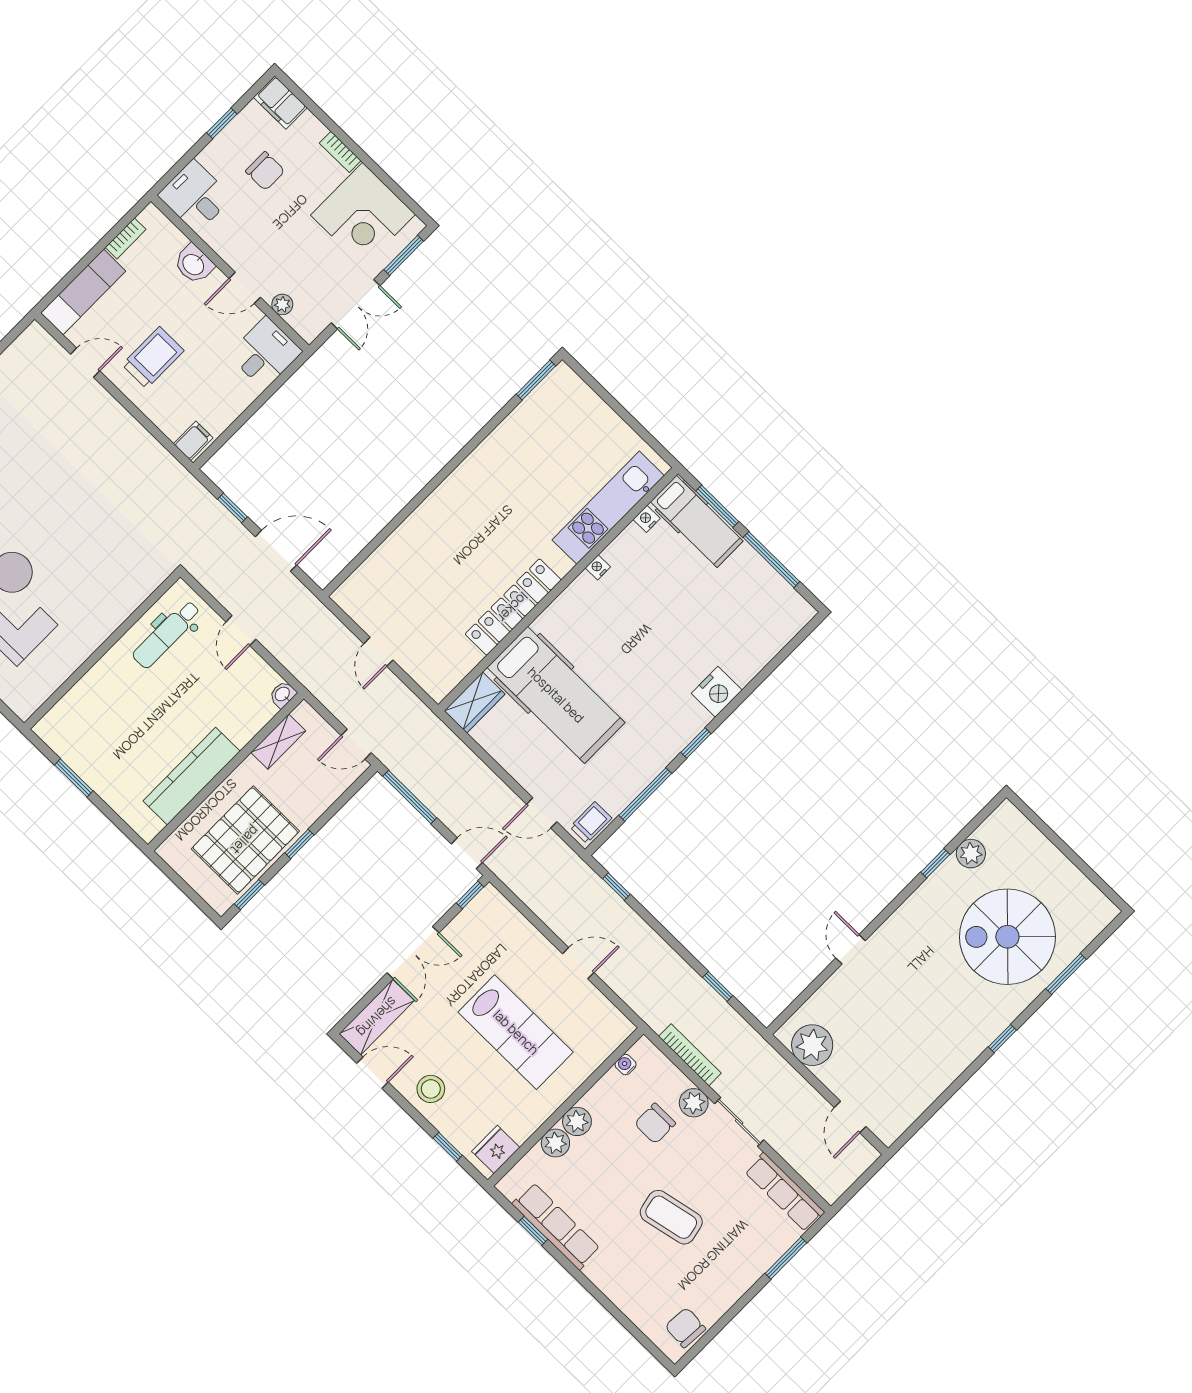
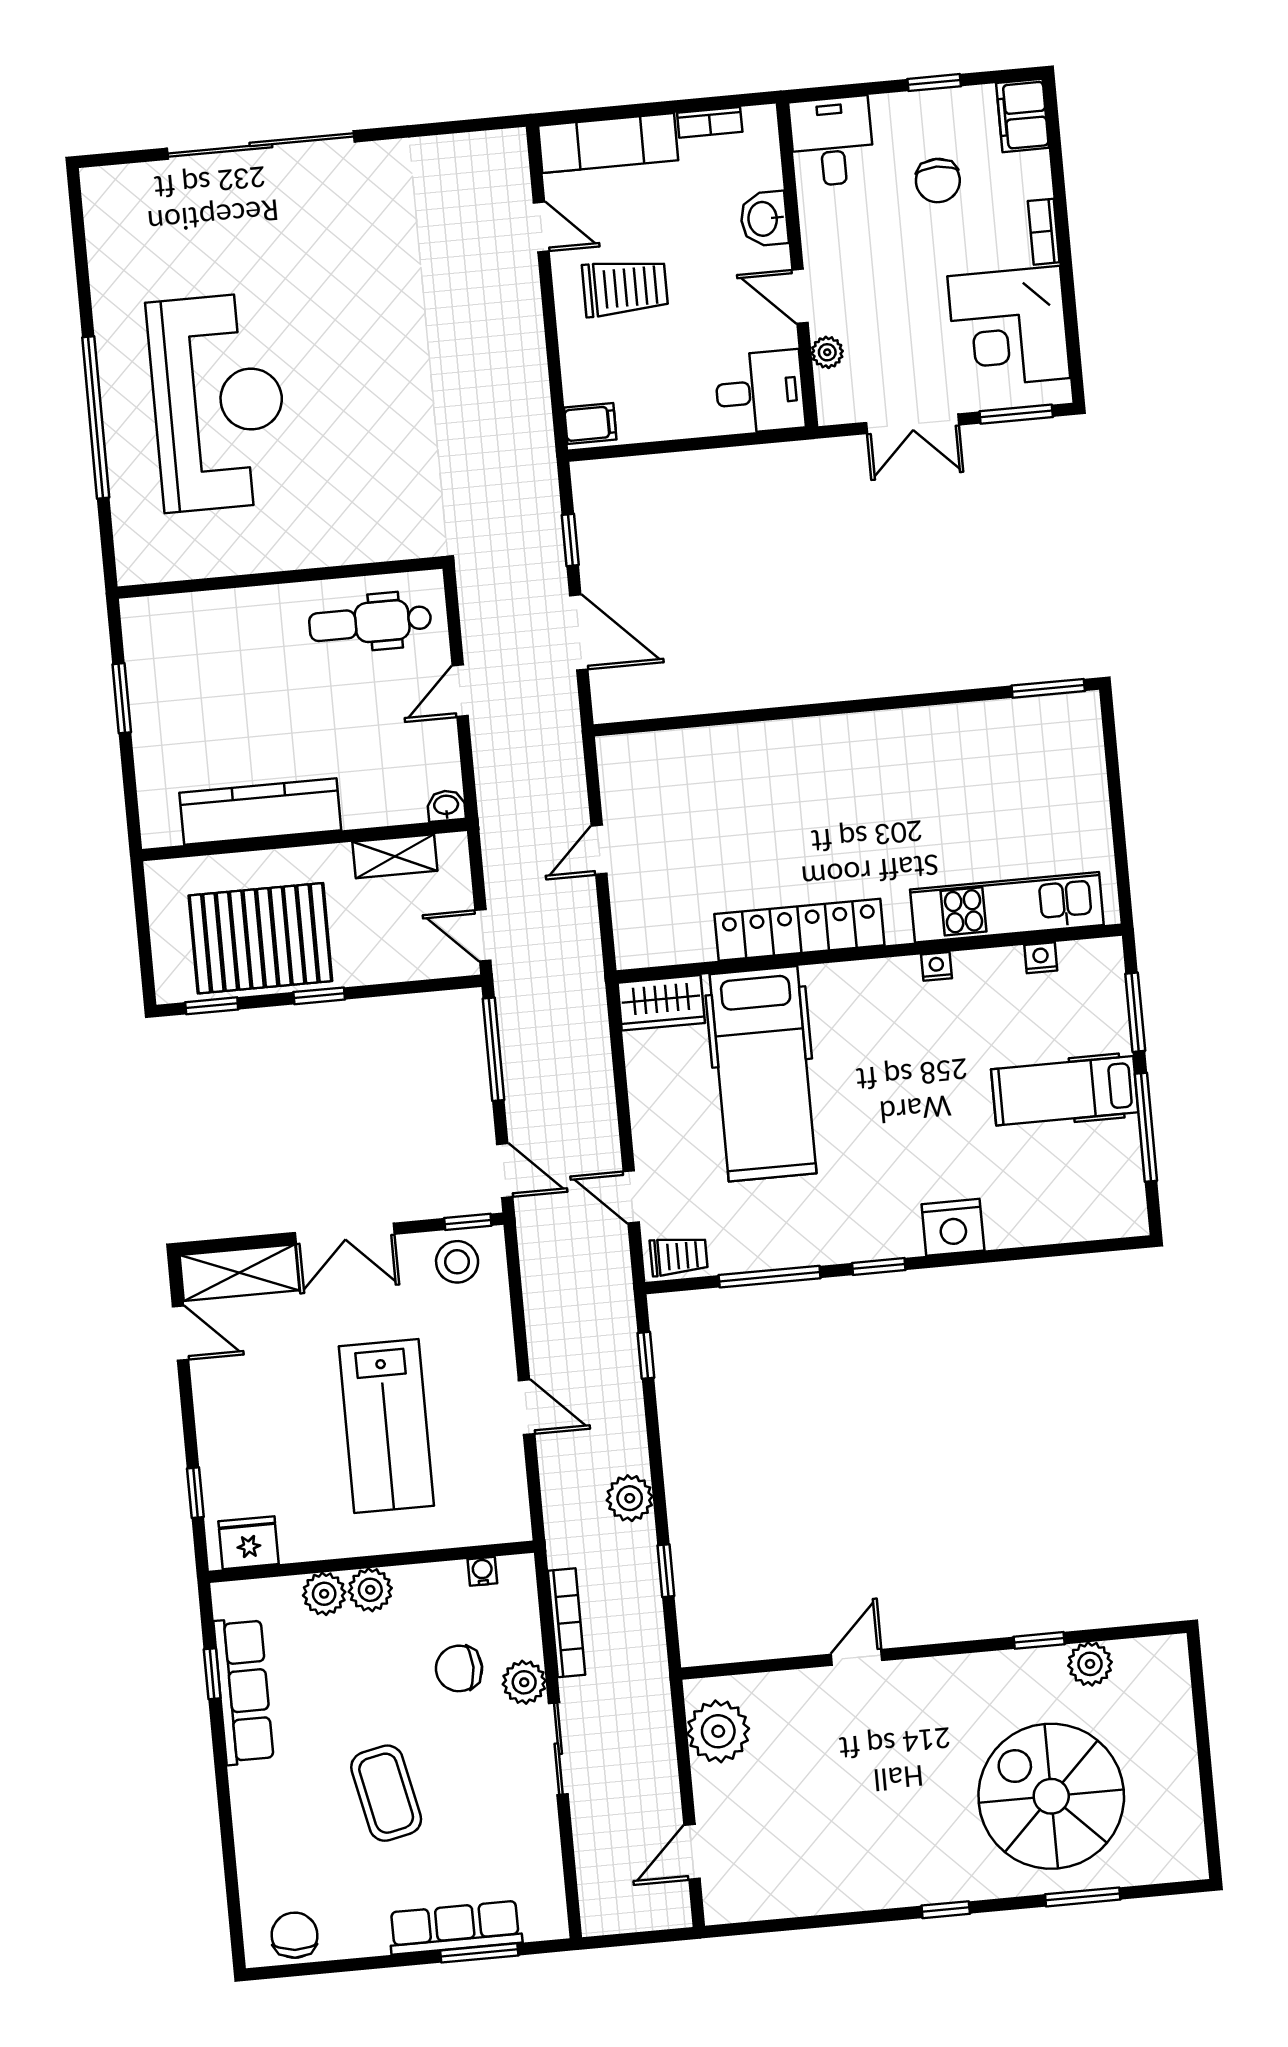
hospital bed: (697, 521) -> (1065, 1091), moved, turned 90
plant: (669, 965) -> (630, 1498), added
stool: (431, 1089) -> (457, 1262), moved
row of seats: (785, 1192) -> (455, 1928), moved, turned 90

